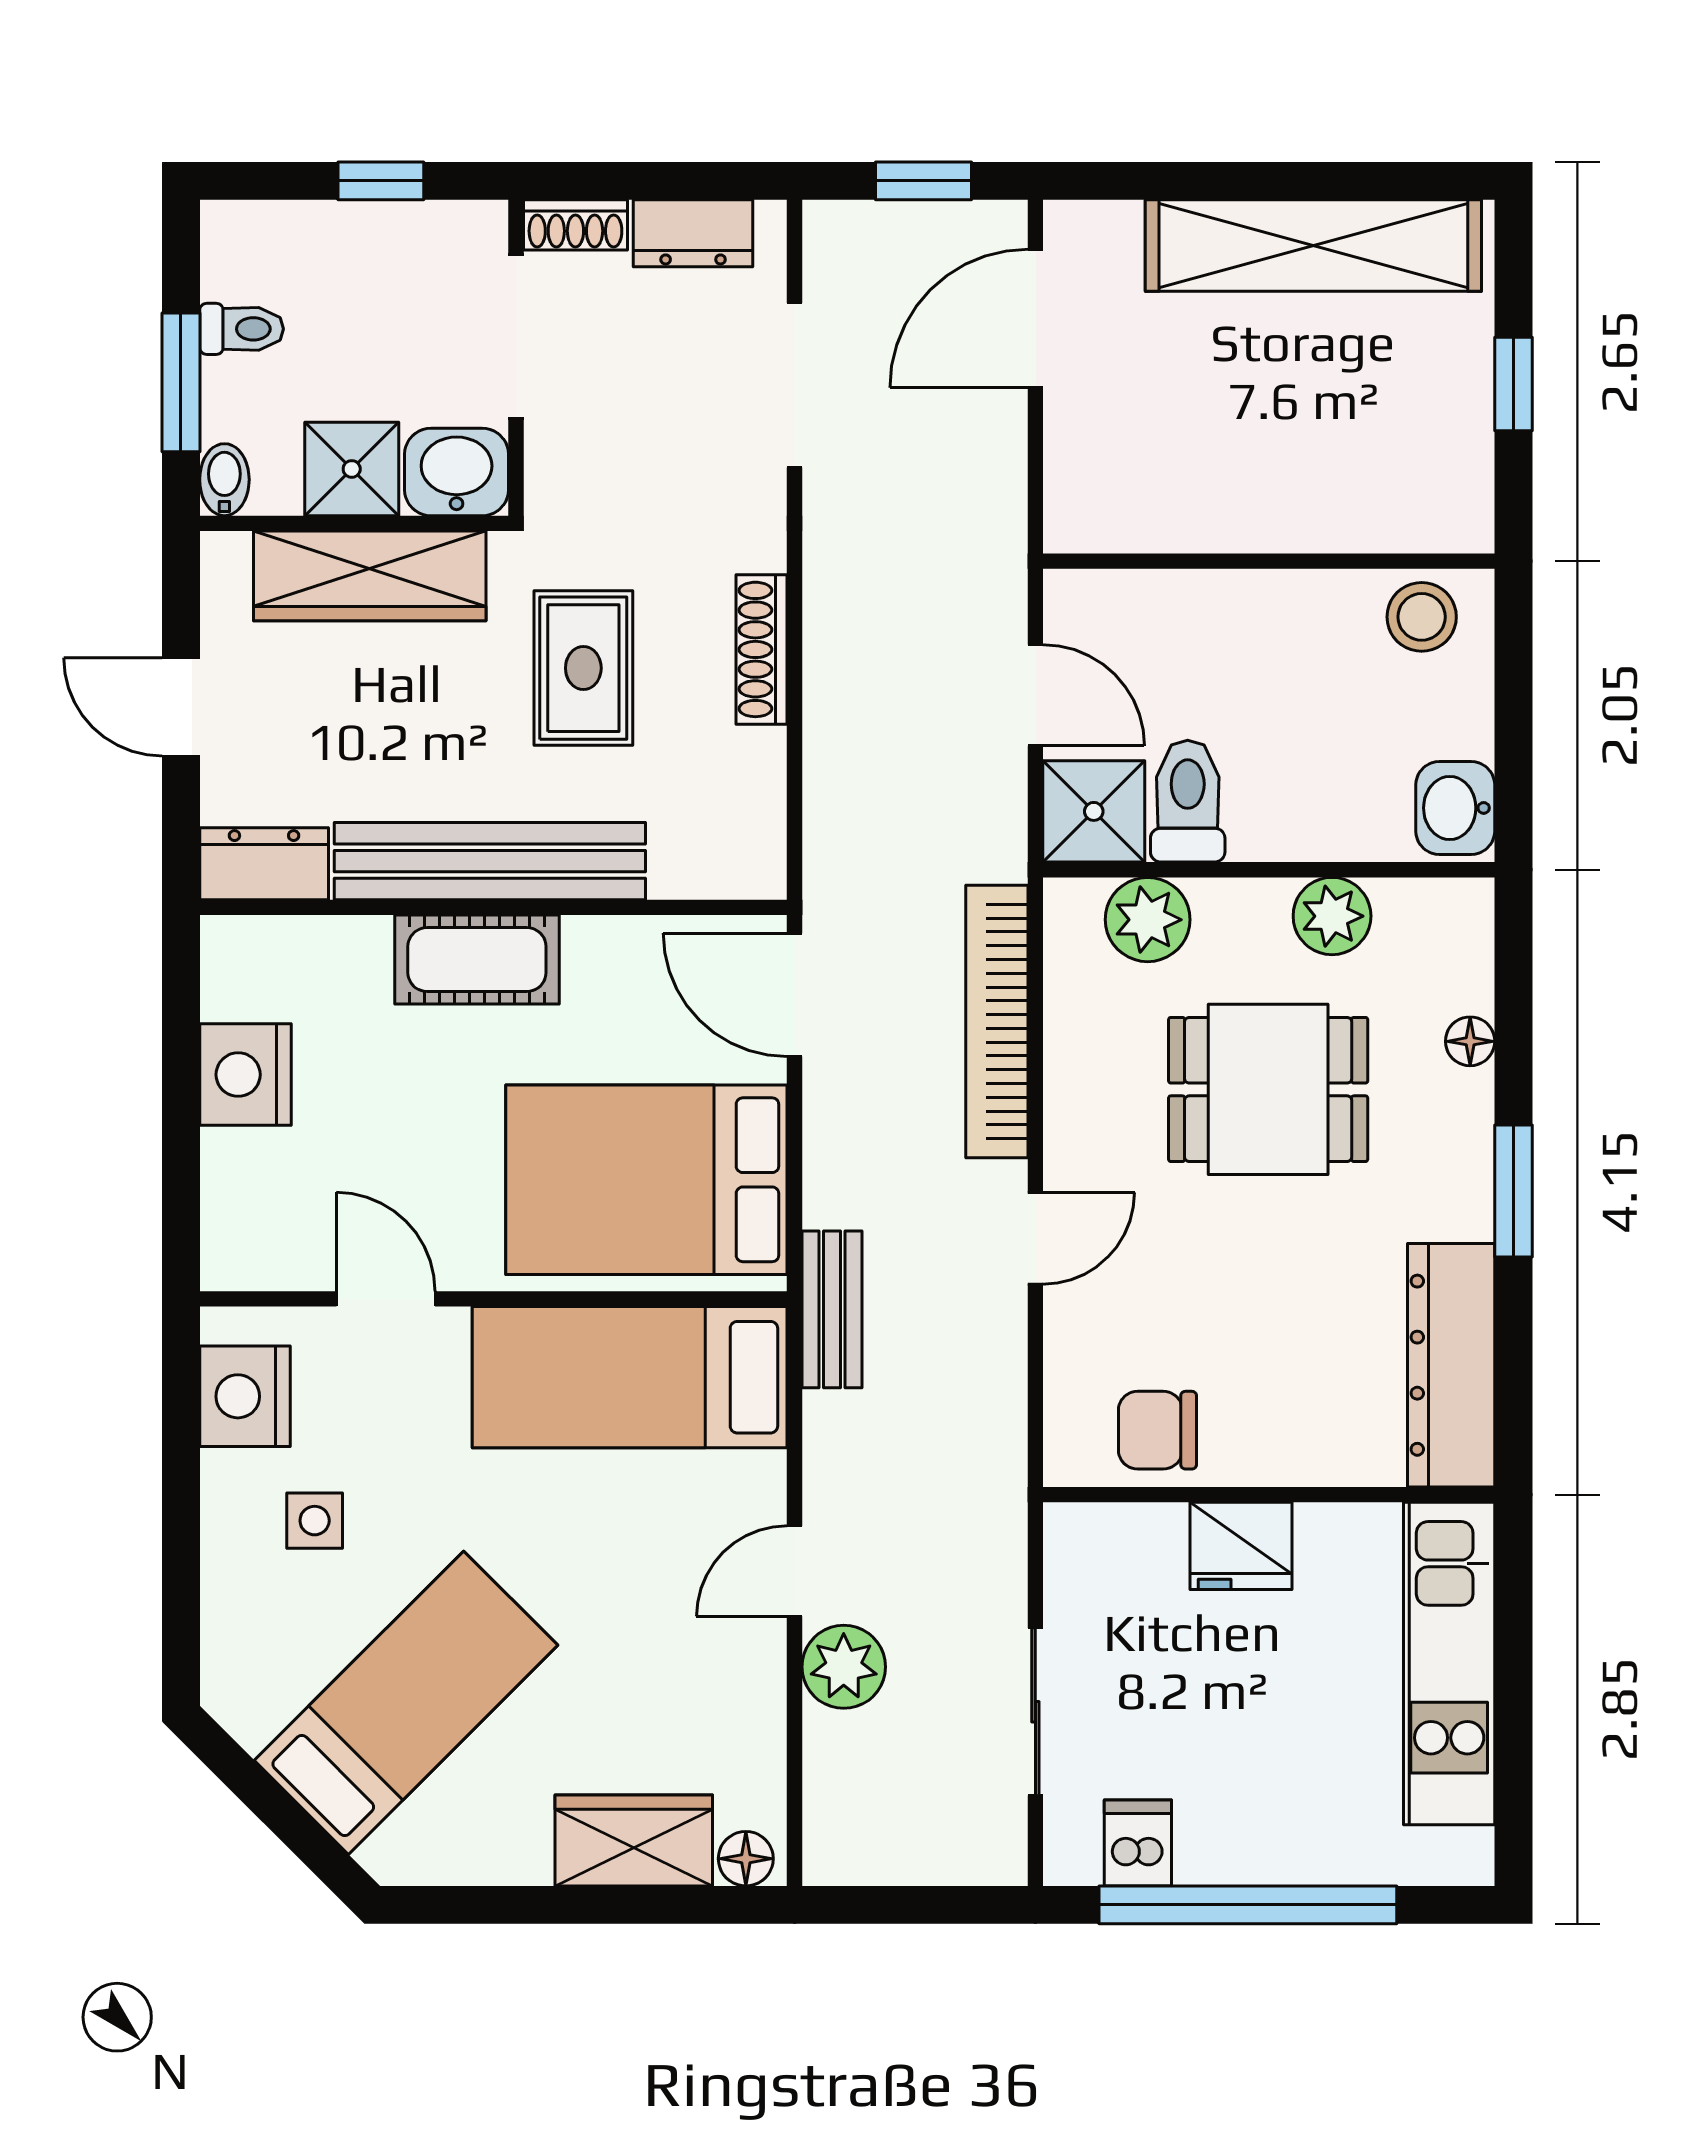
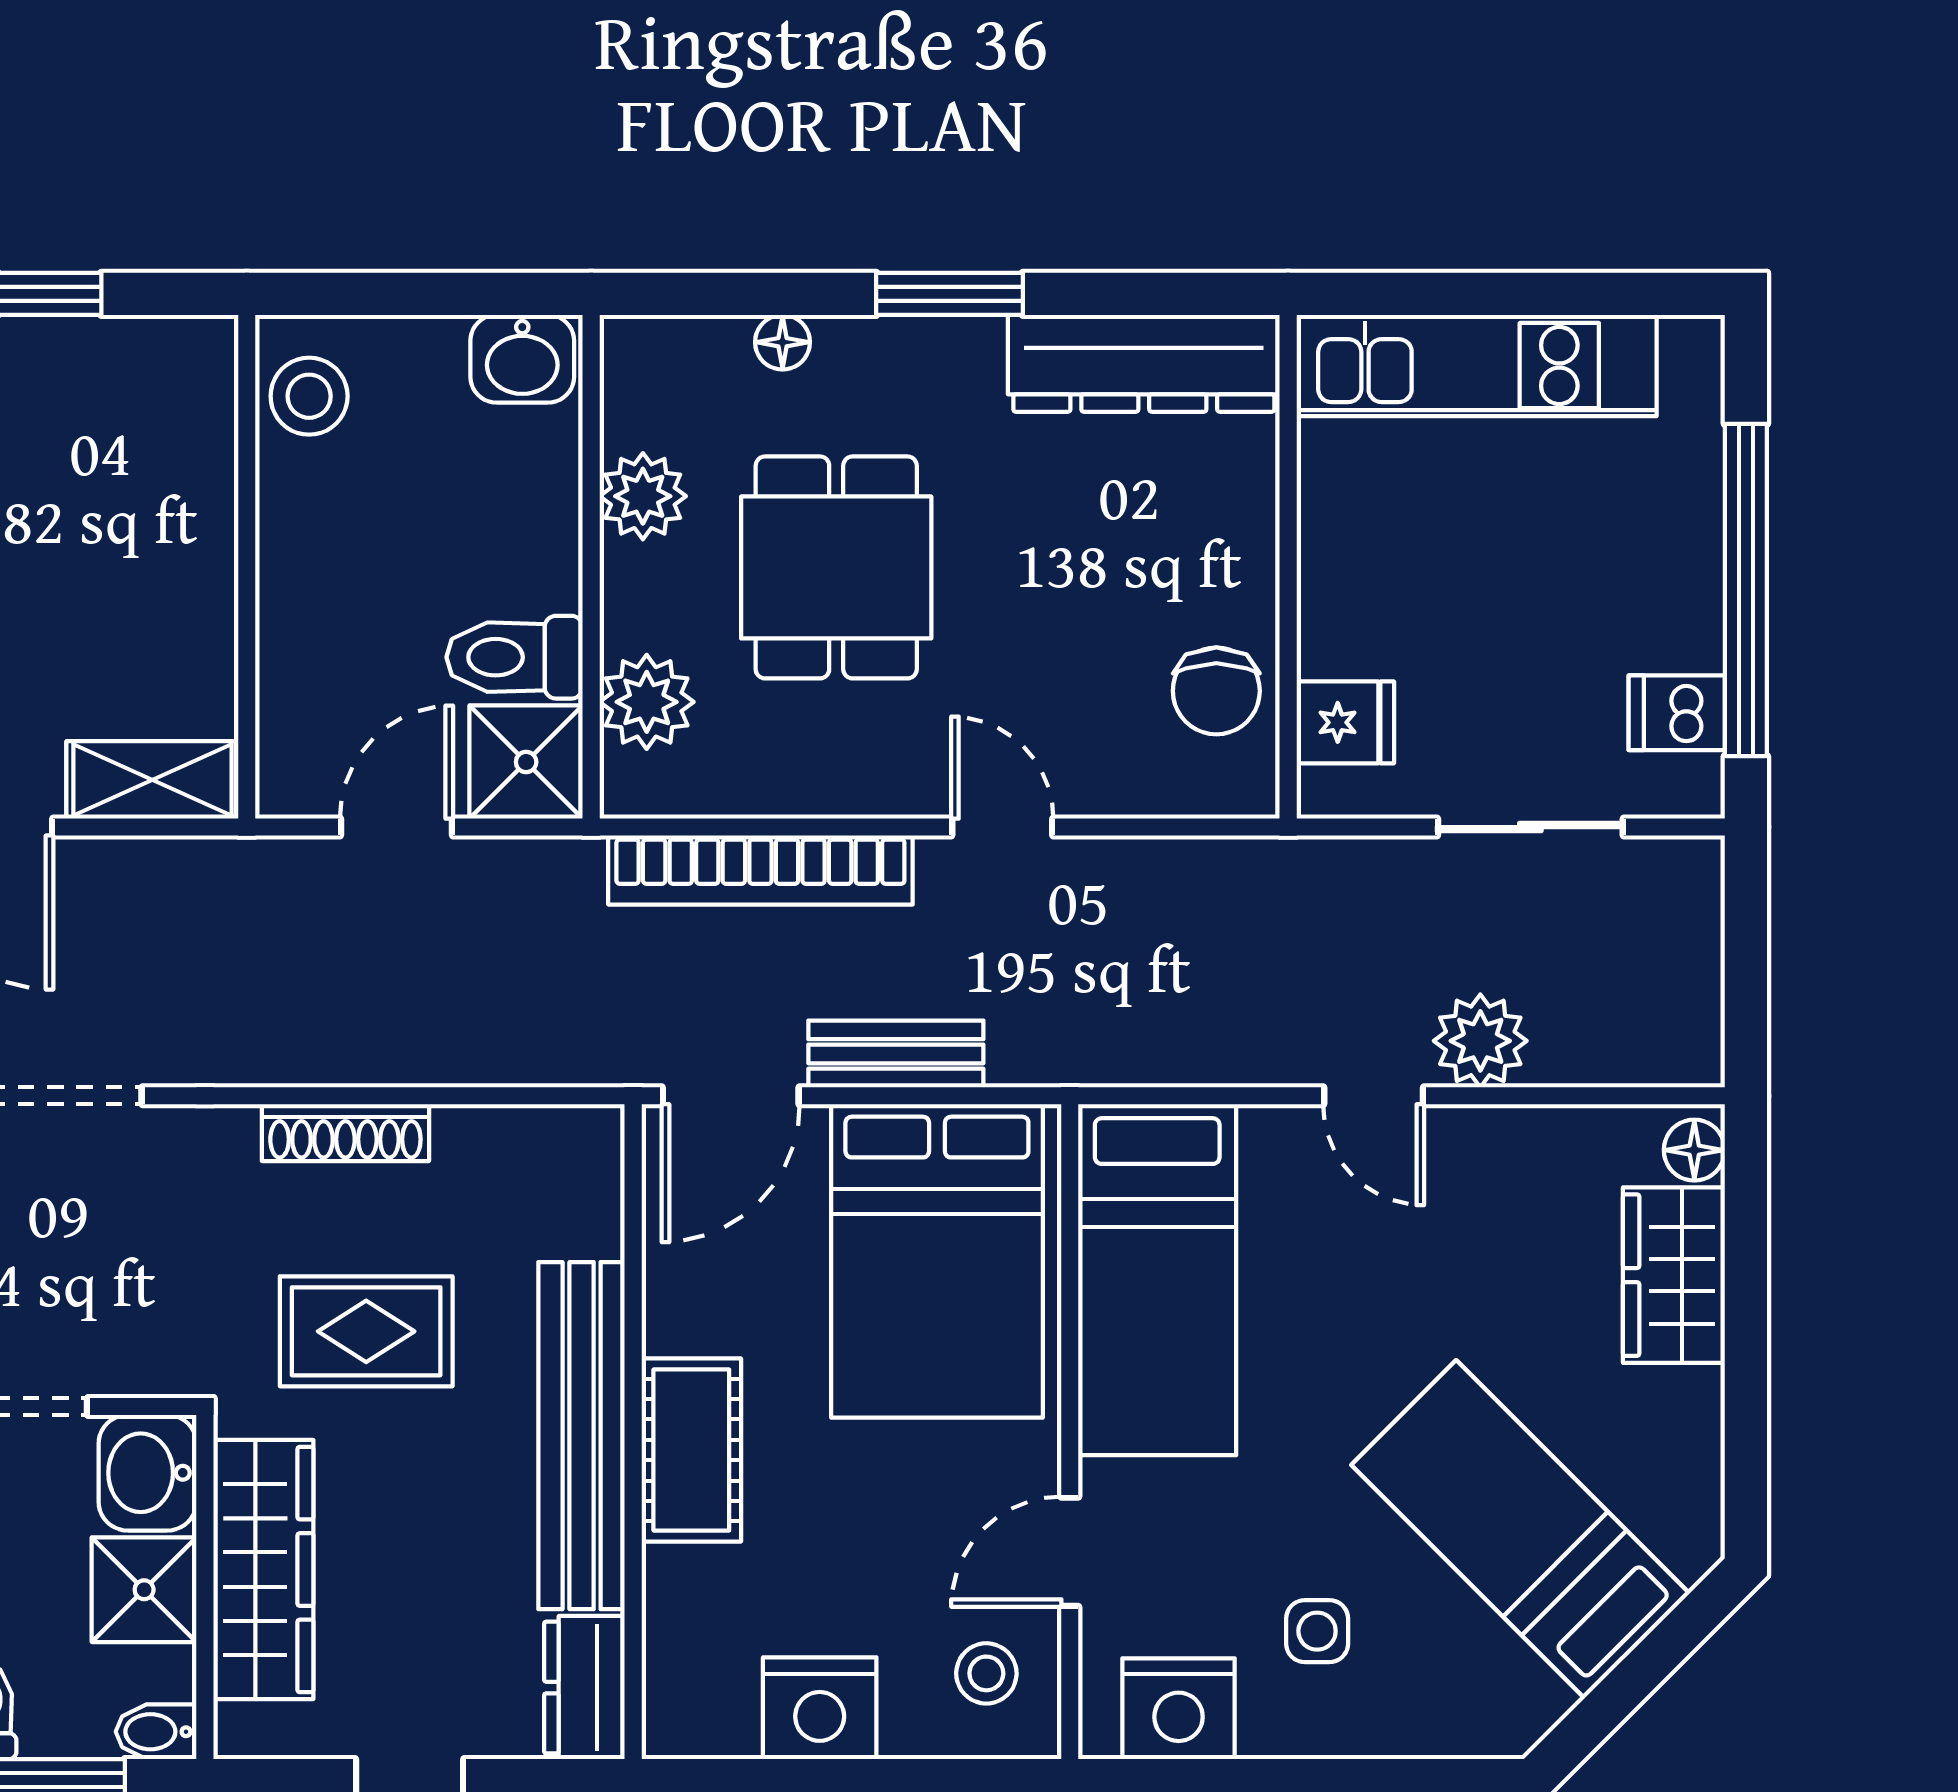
shelving: (1078, 476) -> (152, 780), added
stool: (277, 1224) -> (986, 1673), added
bench: (832, 1309) -> (896, 1054), moved
fridge: (1241, 1546) -> (1345, 722), moved, width x0.72

